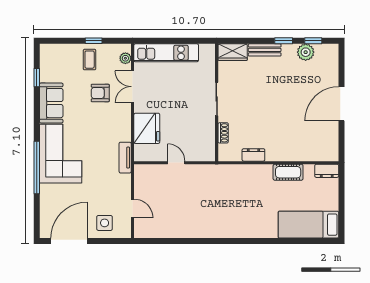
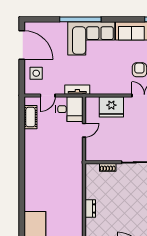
dresser: (253, 155) -> (90, 208), moved
tv unit: (125, 158) -> (77, 90), moved
cot: (288, 172) -> (31, 117), moved
desk: (150, 181) -> (69, 109), added

